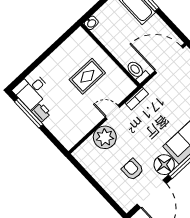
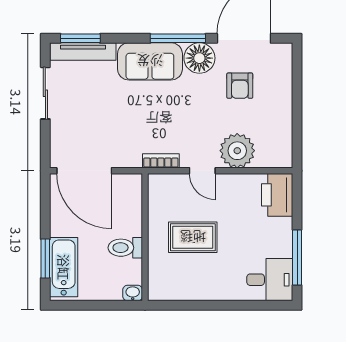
toilet: (137, 71) -> (125, 248), moved, turned 90
printer: (41, 112) -> (277, 195), moved, width x1.87, depth x1.48

